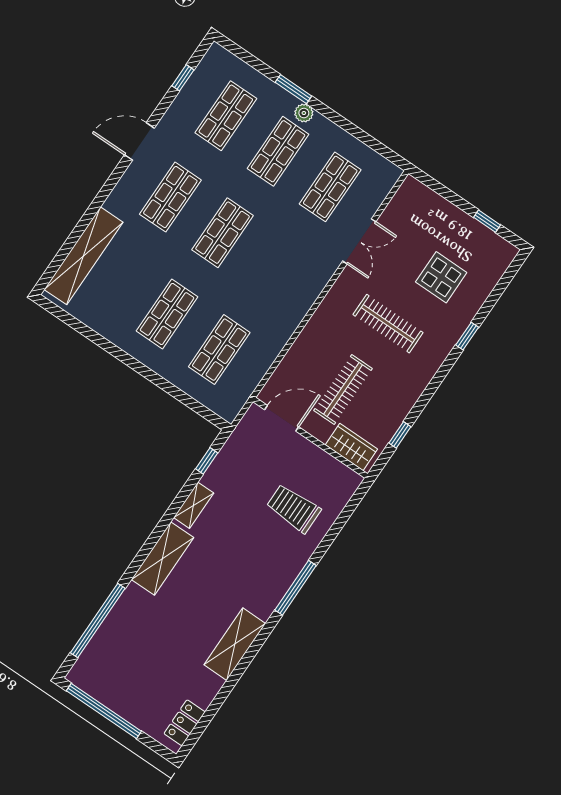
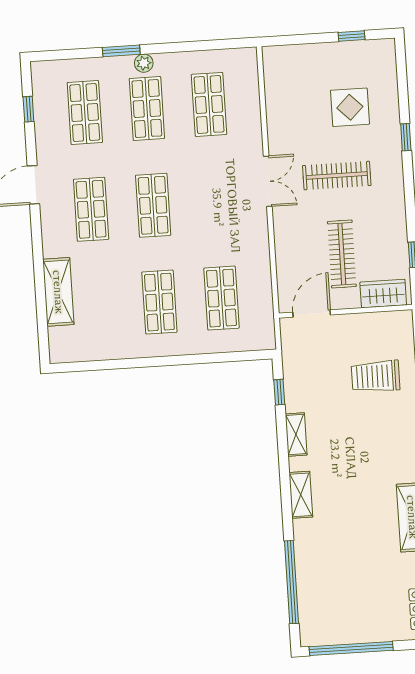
double door: (359, 241) -> (268, 181), moved
shelving: (84, 256) -> (58, 292), width x0.68
shelving: (163, 558) -> (301, 495), width x0.67, depth x0.75

